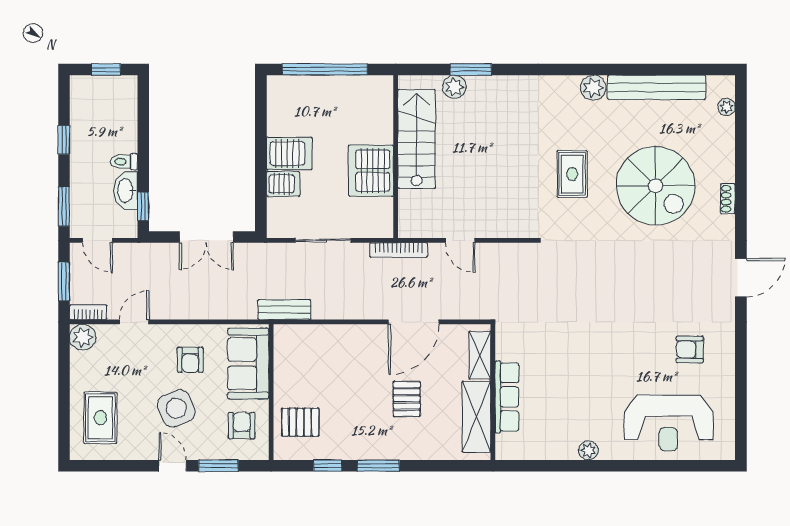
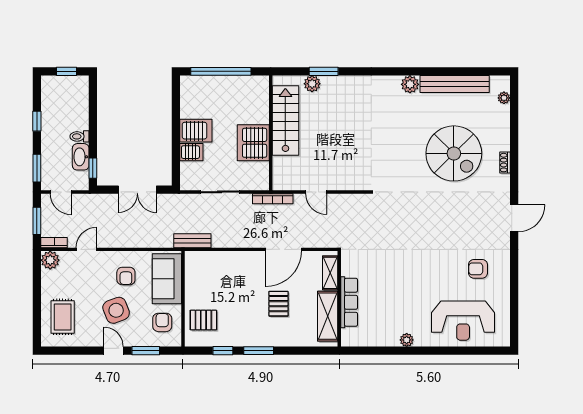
rug: (572, 174) -> (395, 145), removed

